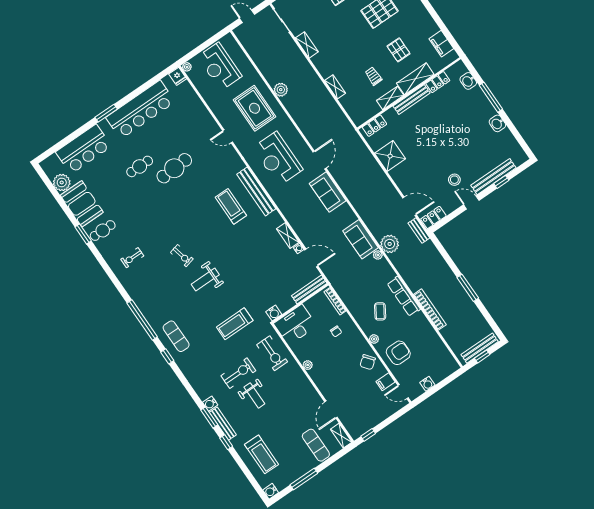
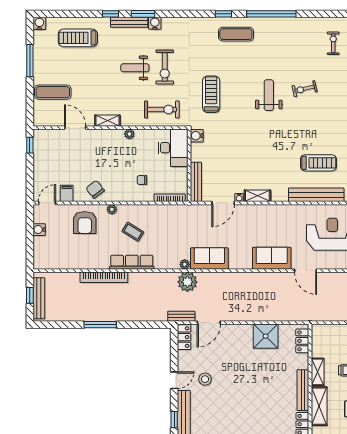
exercise bike: (272, 353) -> (162, 110), turned 180
shelving: (341, 436) -> (108, 121), moved

